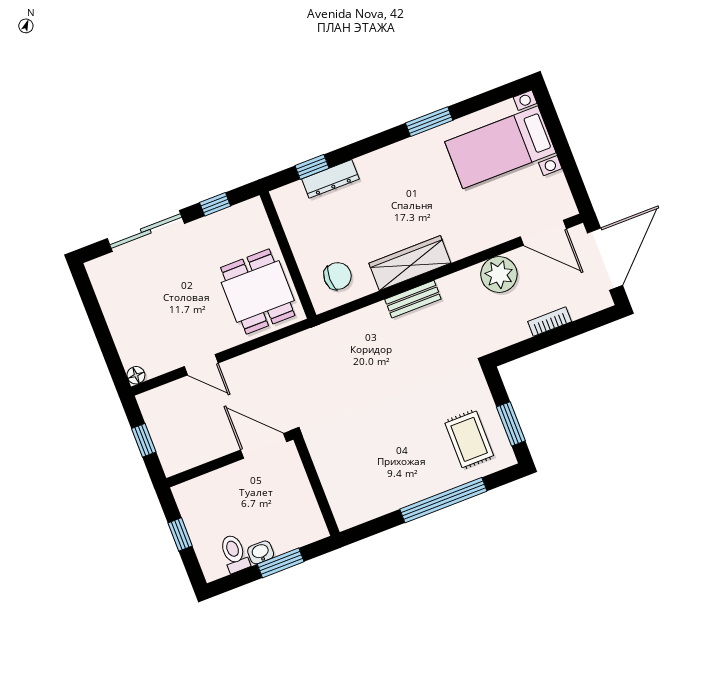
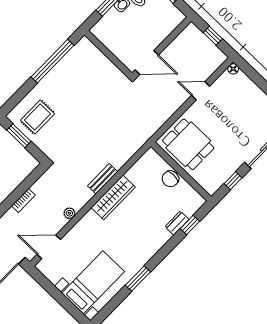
dresser: (330, 179) -> (177, 223), width x0.70
plant: (499, 274) -> (69, 213), width x0.53, depth x0.53
chair: (338, 276) -> (170, 179), moved
rug: (469, 439) -> (37, 117), turned 90
window: (443, 500) -> (53, 61), moved

